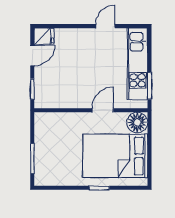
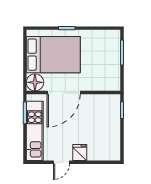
fridge: (44, 36) -> (80, 152), moved, turned 90
door: (32, 56) -> (122, 138), removed
door: (103, 110) -> (64, 93), width x1.88

